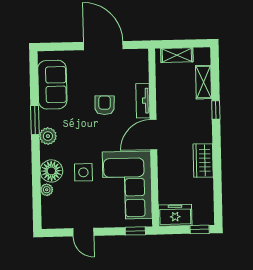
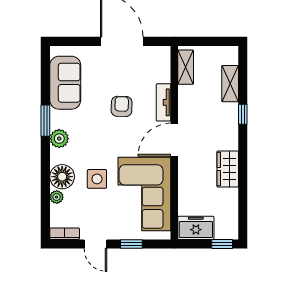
shelving: (177, 55) -> (186, 67), moved, turned 90
bookcase: (55, 223) -> (65, 234), added
window: (135, 231) -> (131, 244), moved

